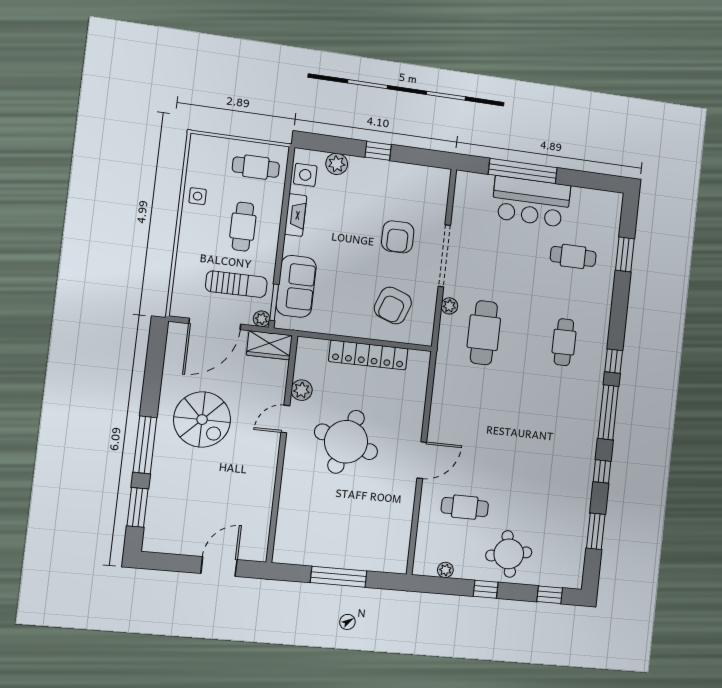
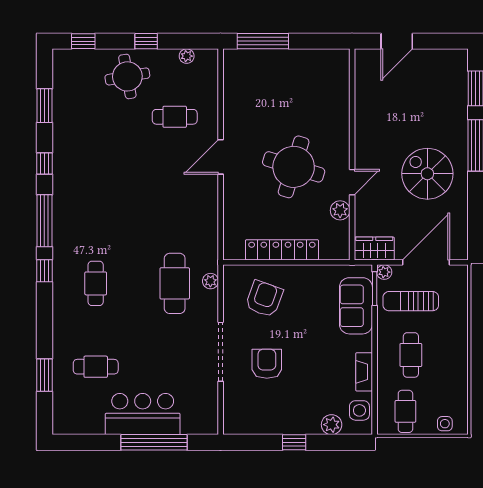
cafe table: (256, 167) -> (405, 411), turned 90
side table: (198, 196) -> (445, 424), moved
plant: (449, 306) -> (210, 281), moved
window: (339, 577) -> (263, 41), moved

